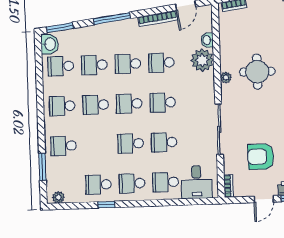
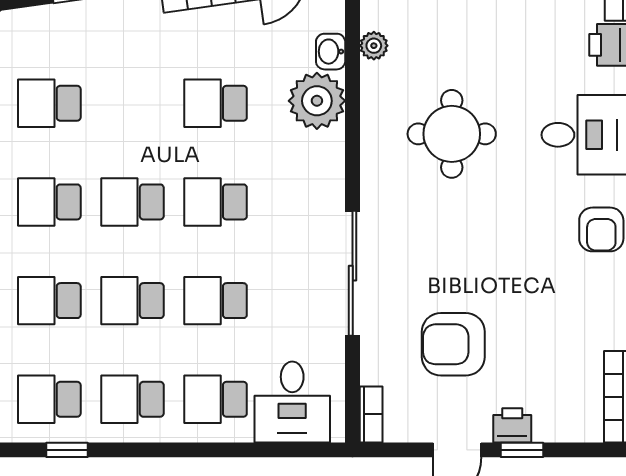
school desk: (128, 64) -> (49, 301), moved
plant: (226, 77) -> (374, 46), moved

